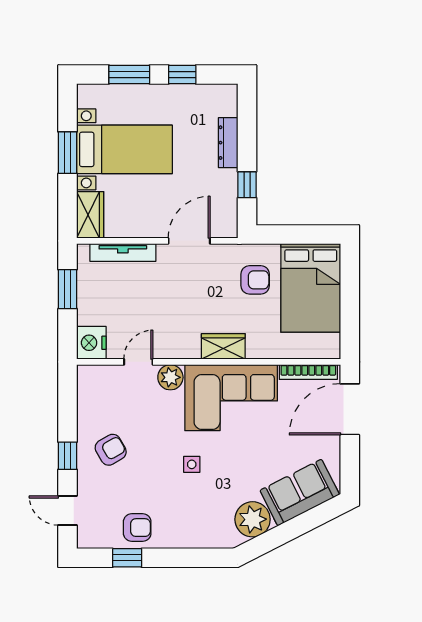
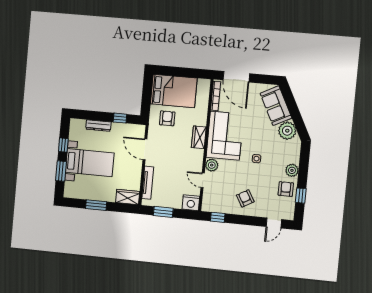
bed with nightstands: (125, 149) -> (90, 163), moved, turned 90
window: (68, 456) -> (218, 217), moved
plant: (175, 536) -> (292, 170), added

